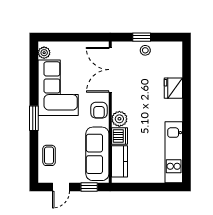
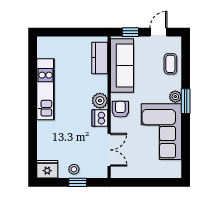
plant: (44, 53) -> (175, 97), moved
double door: (110, 70) -> (109, 150), width x0.73
fridge: (173, 88) -> (47, 169), moved, turned -90
dishwasher: (119, 136) -> (100, 118), moved
kitchen unit: (174, 152) -> (46, 89), moved

